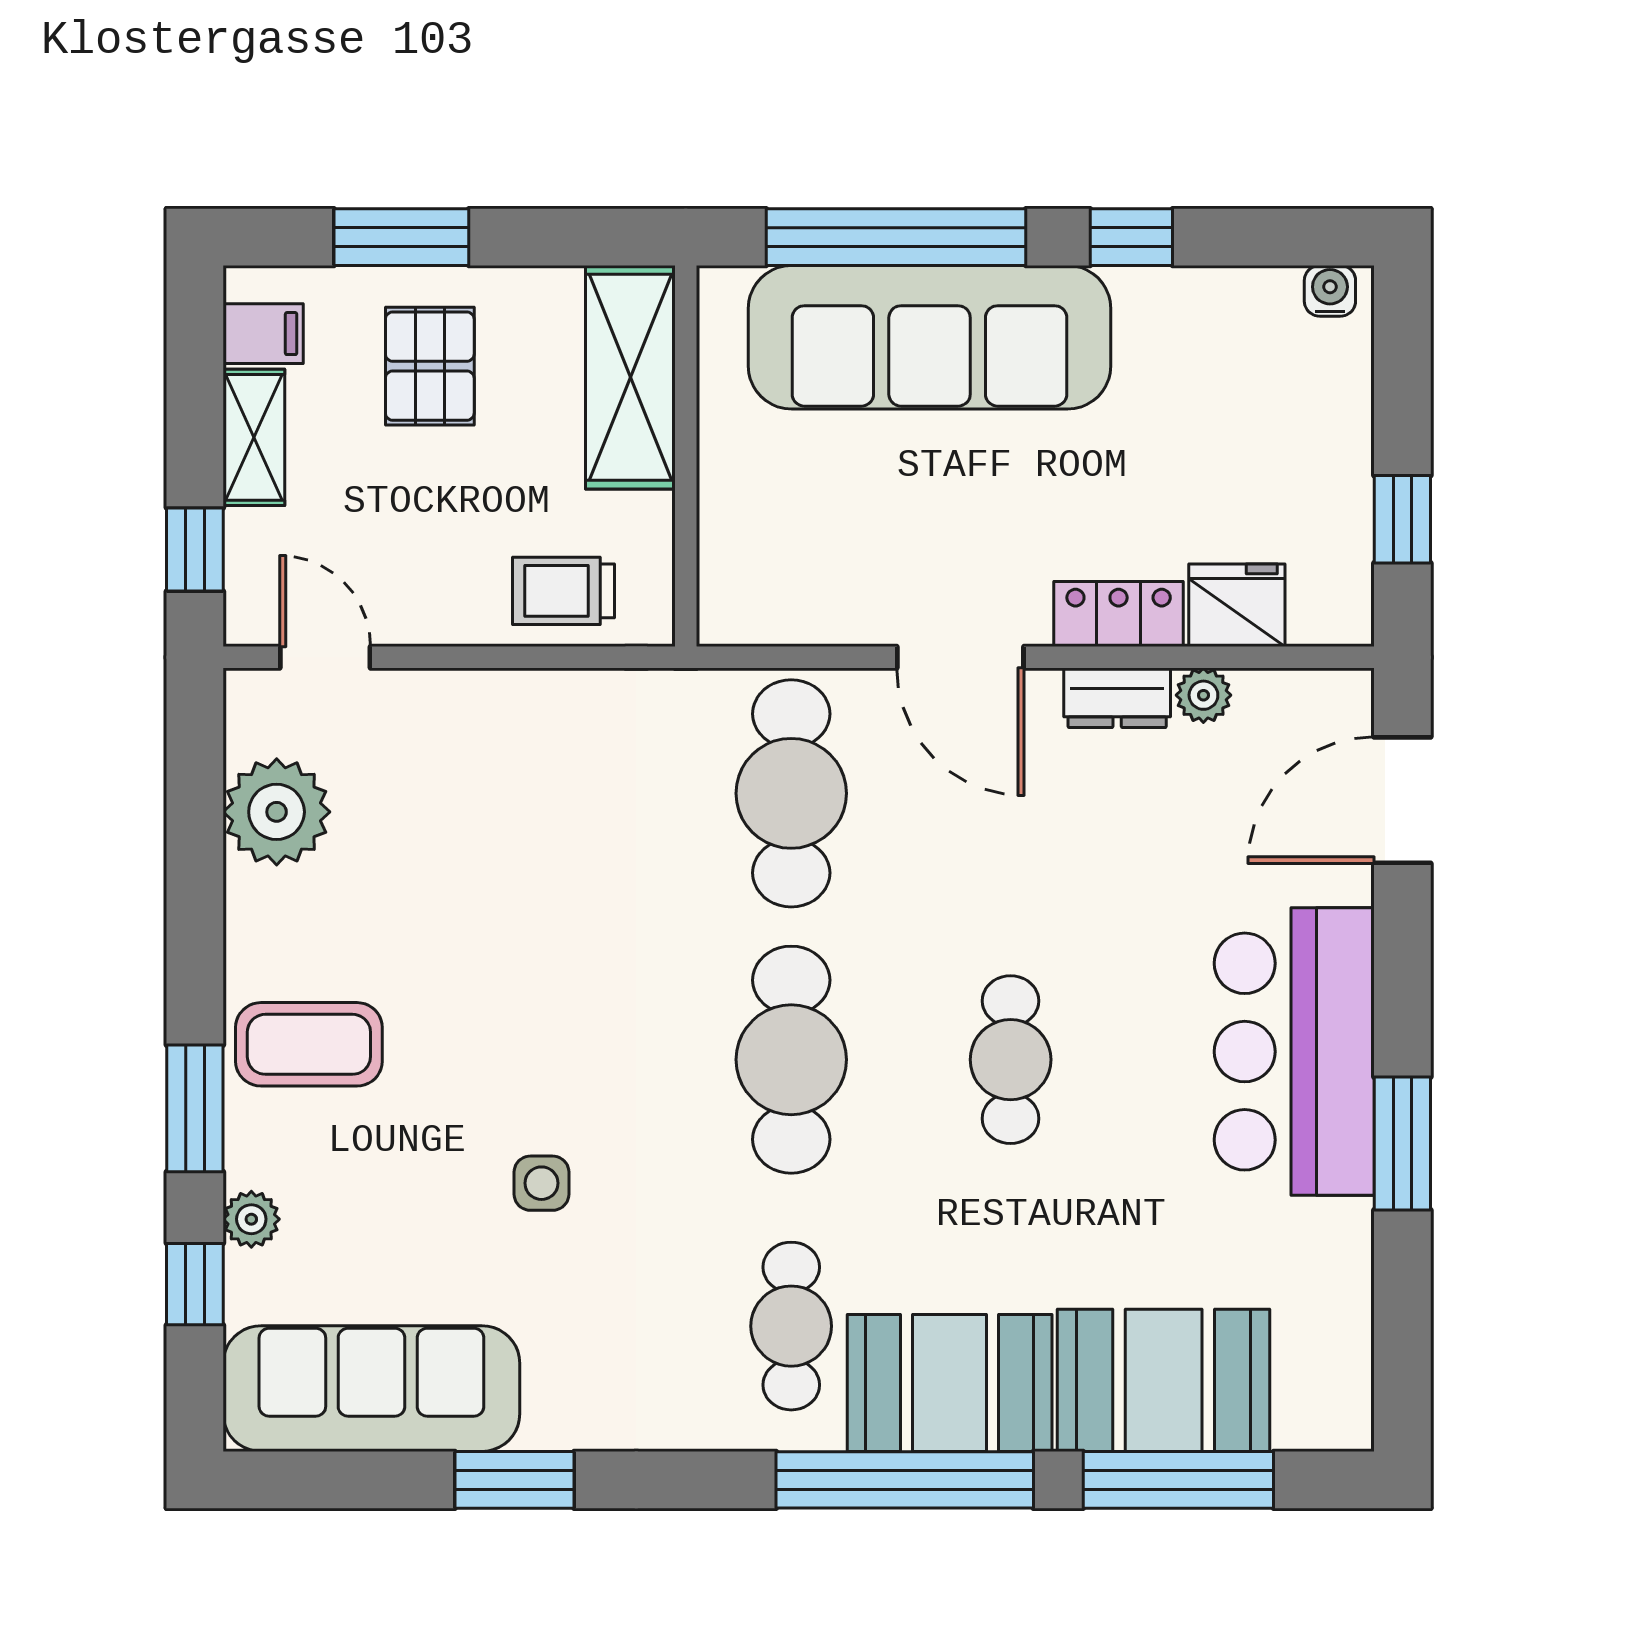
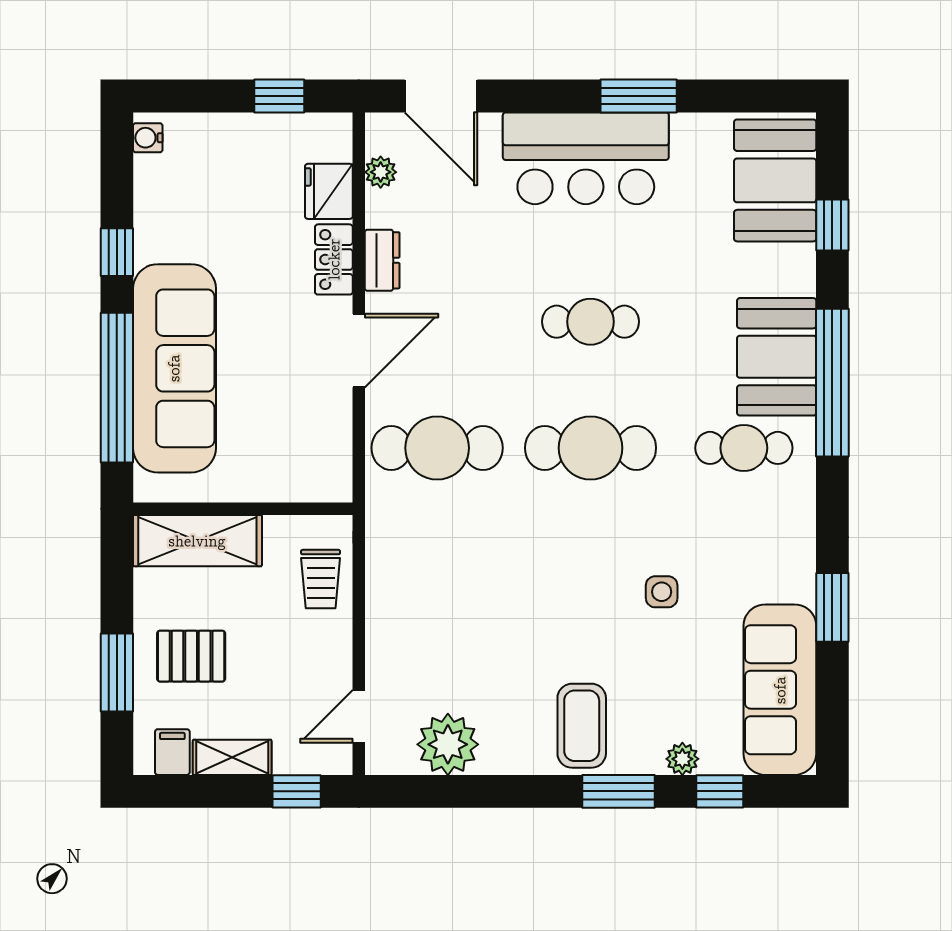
plant: (1203, 695) -> (381, 172), moved
booth: (1164, 1380) -> (775, 180), moved
window: (1178, 1480) -> (832, 225), width x0.46

